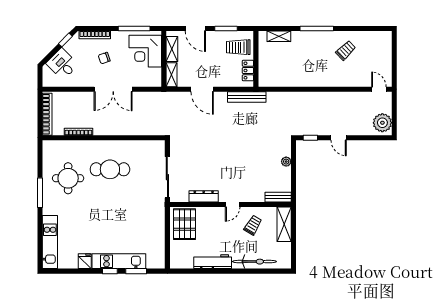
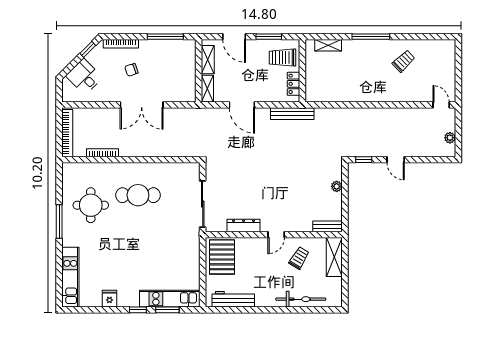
corner desk: (145, 51) -> (178, 62), removed
plant: (382, 123) -> (450, 138), width x0.53, depth x0.53
kitchen unit: (119, 261) -> (170, 299), moved
workbench: (213, 262) -> (233, 299), moved

